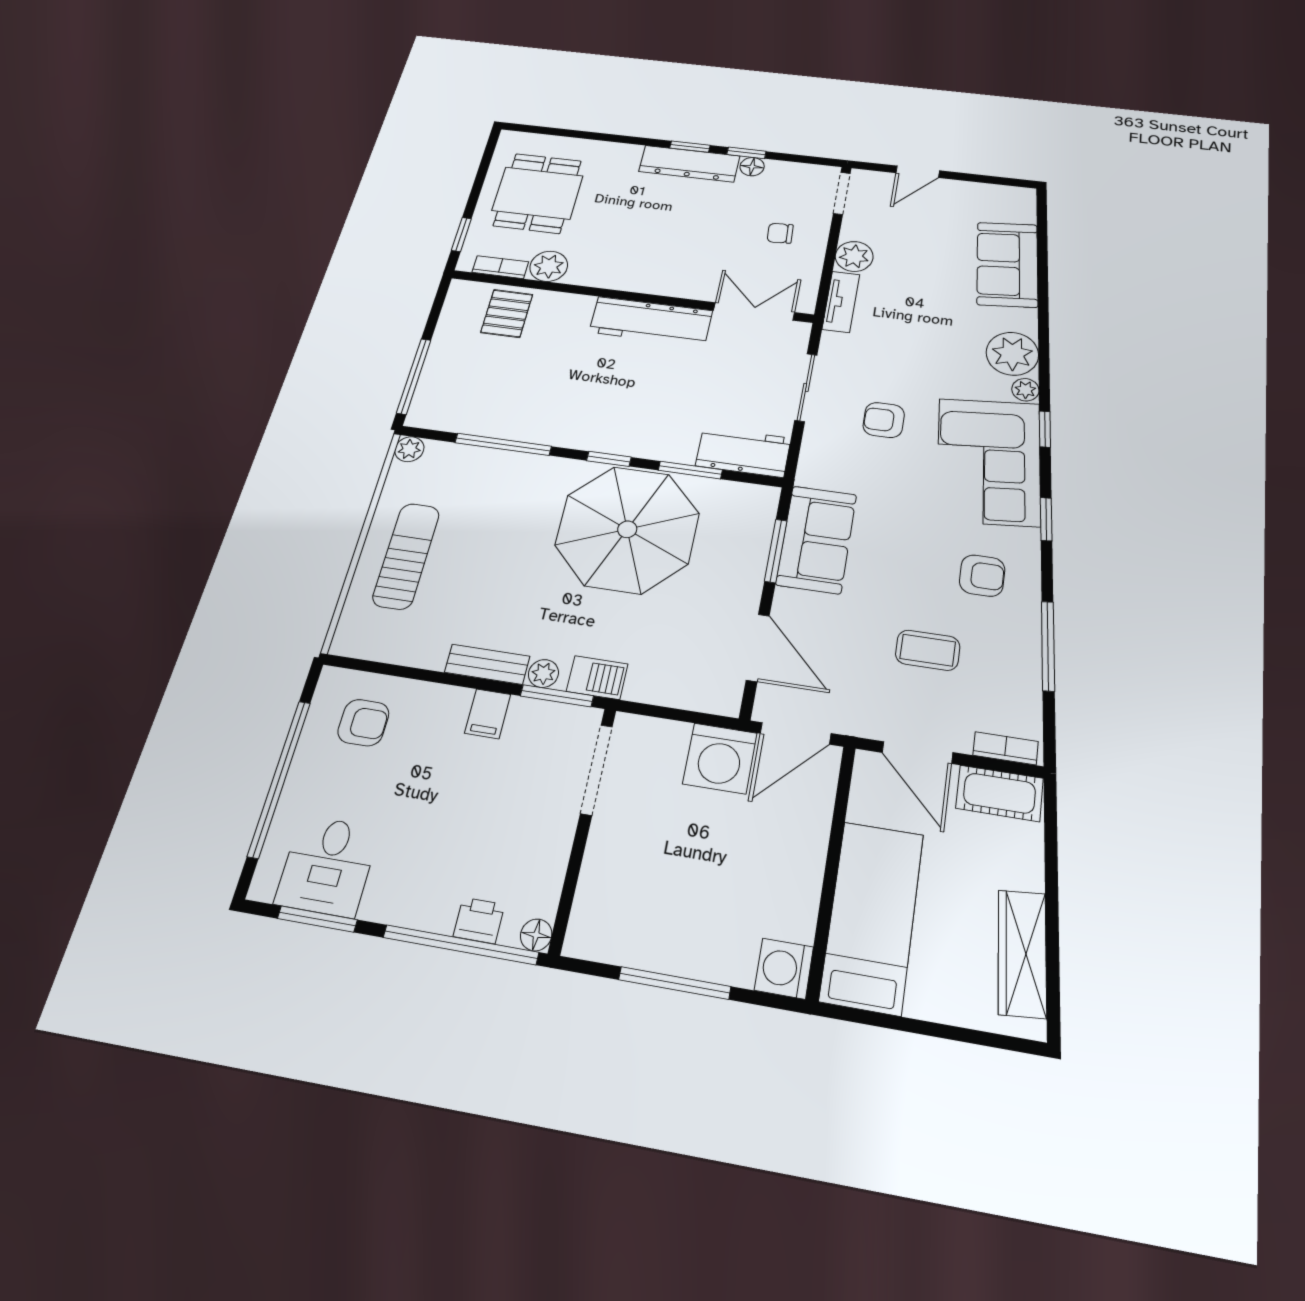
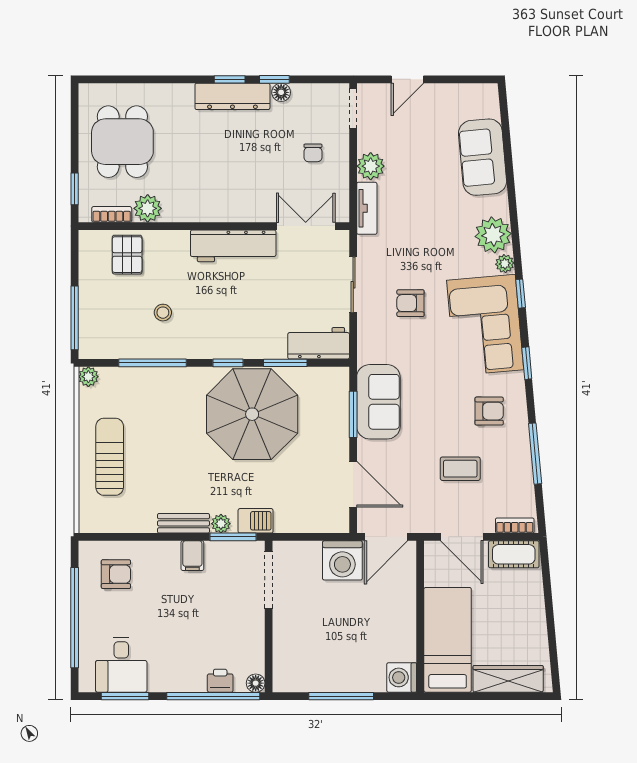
chair: (780, 233) -> (313, 153), turned -87
stool: (535, 386) -> (163, 313), added
wardrobe: (1022, 953) -> (508, 679), moved, turned 95

